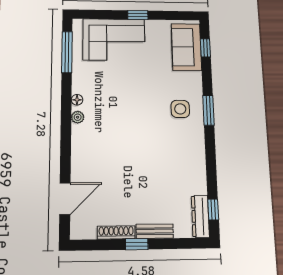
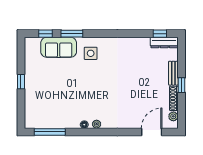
corner sofa: (114, 40) -> (40, 99), removed
sofa: (186, 47) -> (59, 47), moved
window: (208, 110) -> (72, 34), moved
door: (65, 199) -> (152, 132), hinge flipped
plant: (89, 232) -> (173, 116), added

